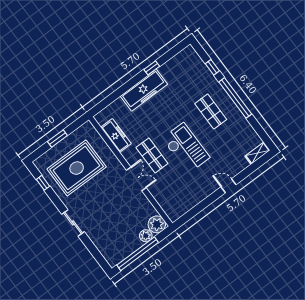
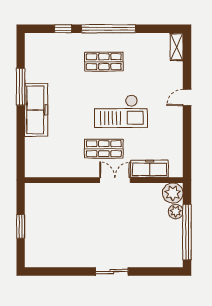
window: (152, 68) -> (21, 87), width x2.17
freezer: (116, 136) -> (150, 169), moved
checkout: (186, 148) -> (121, 111), turned 180
rug: (77, 168) -> (62, 229), removed
window: (43, 183) -> (53, 272), removed

